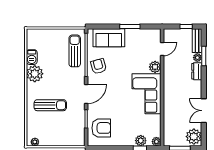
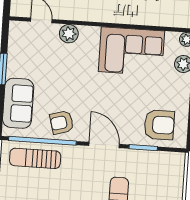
corner sofa: (147, 94) -> (132, 51), moved
armchair: (101, 128) -> (159, 125), turned 90

